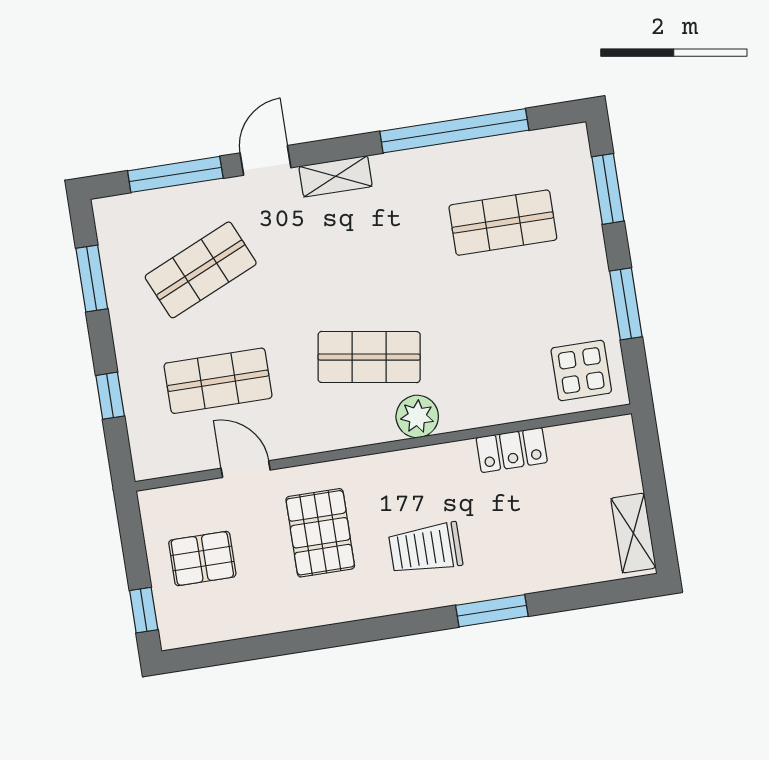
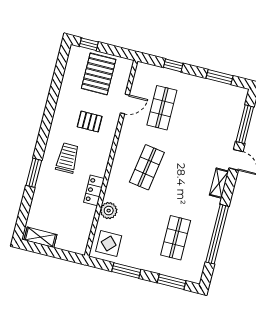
shop shelf: (201, 270) -> (206, 119), removed
plant: (417, 416) -> (109, 211), moved
locker: (512, 450) -> (94, 190), moved
pallet: (320, 533) -> (90, 122), width x0.67, depth x0.71
pallet: (202, 559) -> (99, 74), width x1.50, depth x1.42

